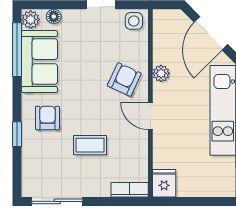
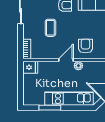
plant: (161, 73) -> (78, 66), moved
armchair: (124, 80) -> (85, 46), turned -115

